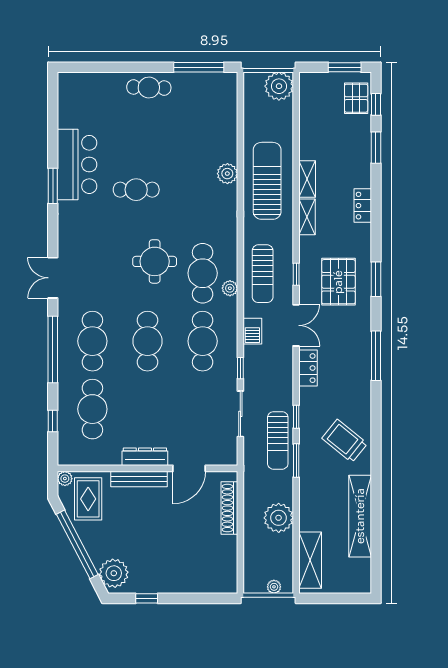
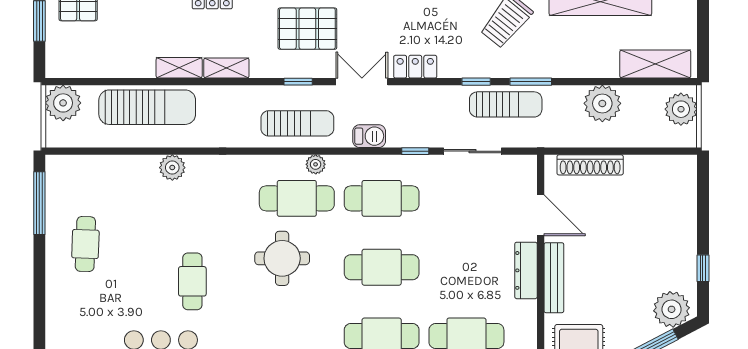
cafe table: (149, 88) -> (85, 244), moved
sun lounger: (267, 181) -> (147, 107), moved, turned 180
plant: (274, 587) -> (681, 109), width x1.88, depth x1.88

